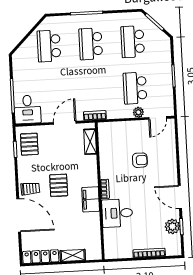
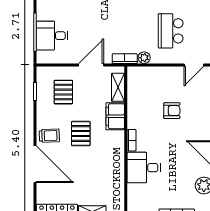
desk: (27, 109) -> (52, 36), moved, turned 90
plant: (138, 112) -> (144, 58), moved
pallet: (29, 144) -> (63, 92), moved
filing cabinet: (91, 199) -> (115, 116), moved

